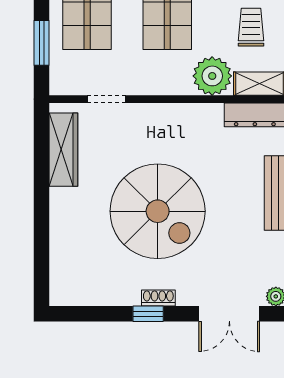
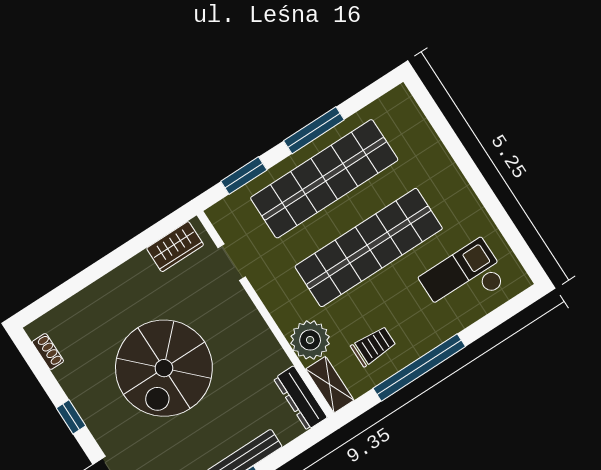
wardrobe: (63, 150) -> (175, 247), width x0.67
shoe rack: (158, 298) -> (48, 352), moved

